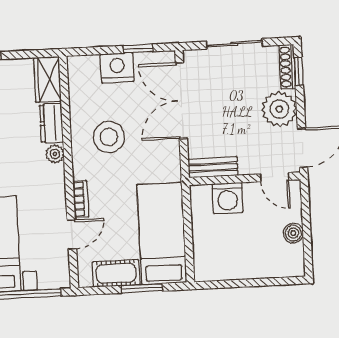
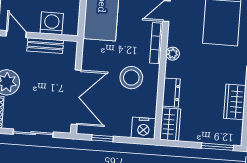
nightstand: (117, 68) -> (143, 128), moved
plant: (55, 154) -> (173, 54), moved
bench: (213, 167) -> (45, 46), moved
bookcase: (81, 199) -> (156, 43), width x1.56

